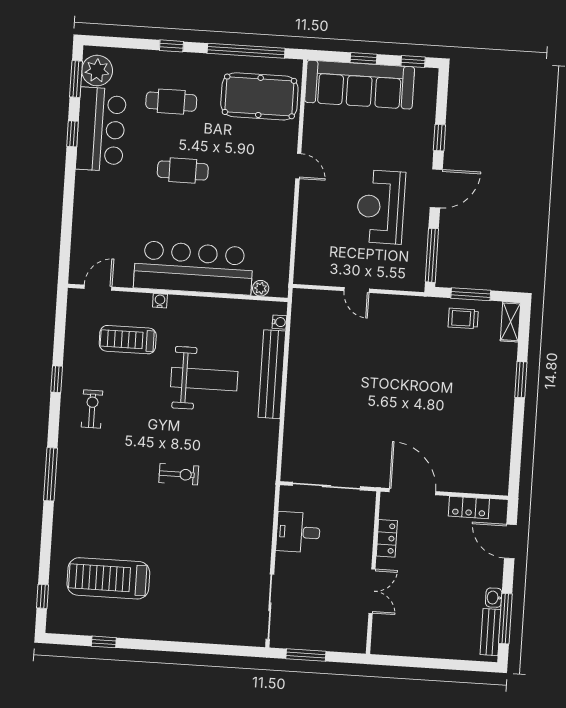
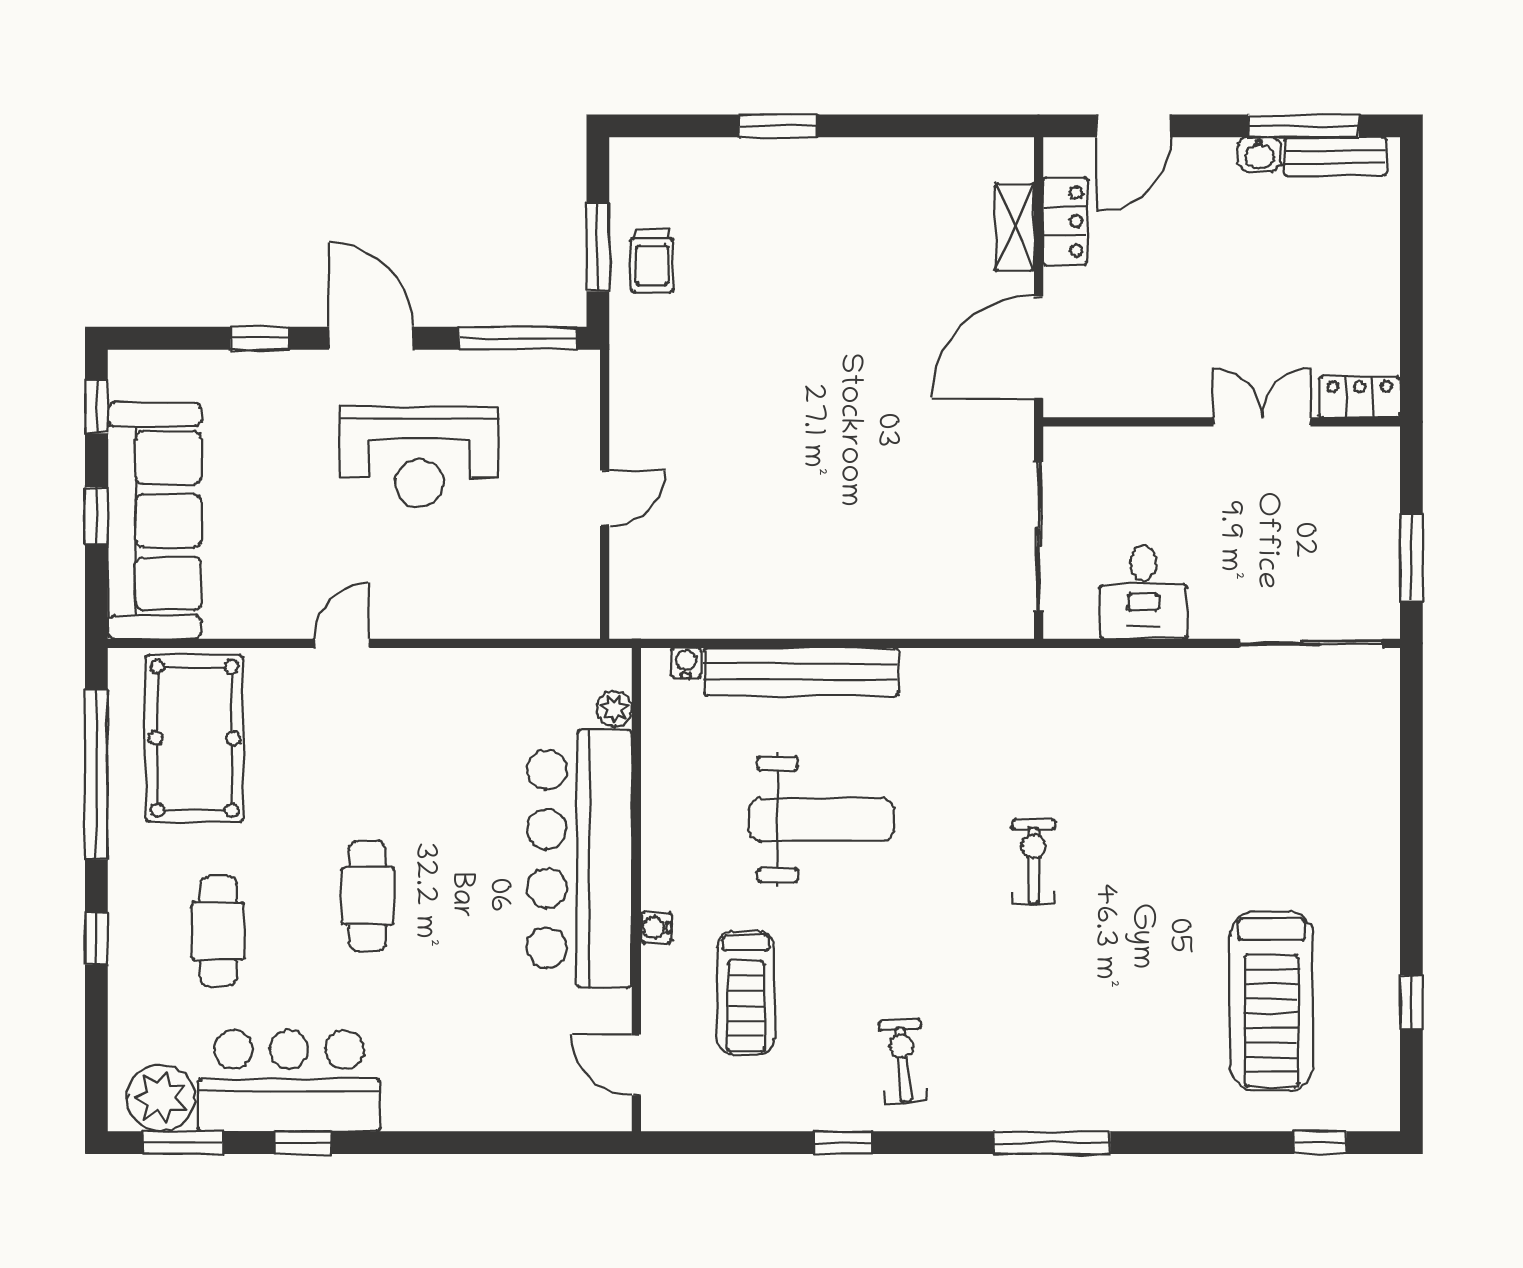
shelving: (510, 322) -> (1014, 227), moved, turned 90
weight bench: (204, 379) -> (821, 819), turned 90
exercise bike: (92, 409) -> (903, 1061), turned 85
locker: (387, 538) -> (1360, 397), moved

